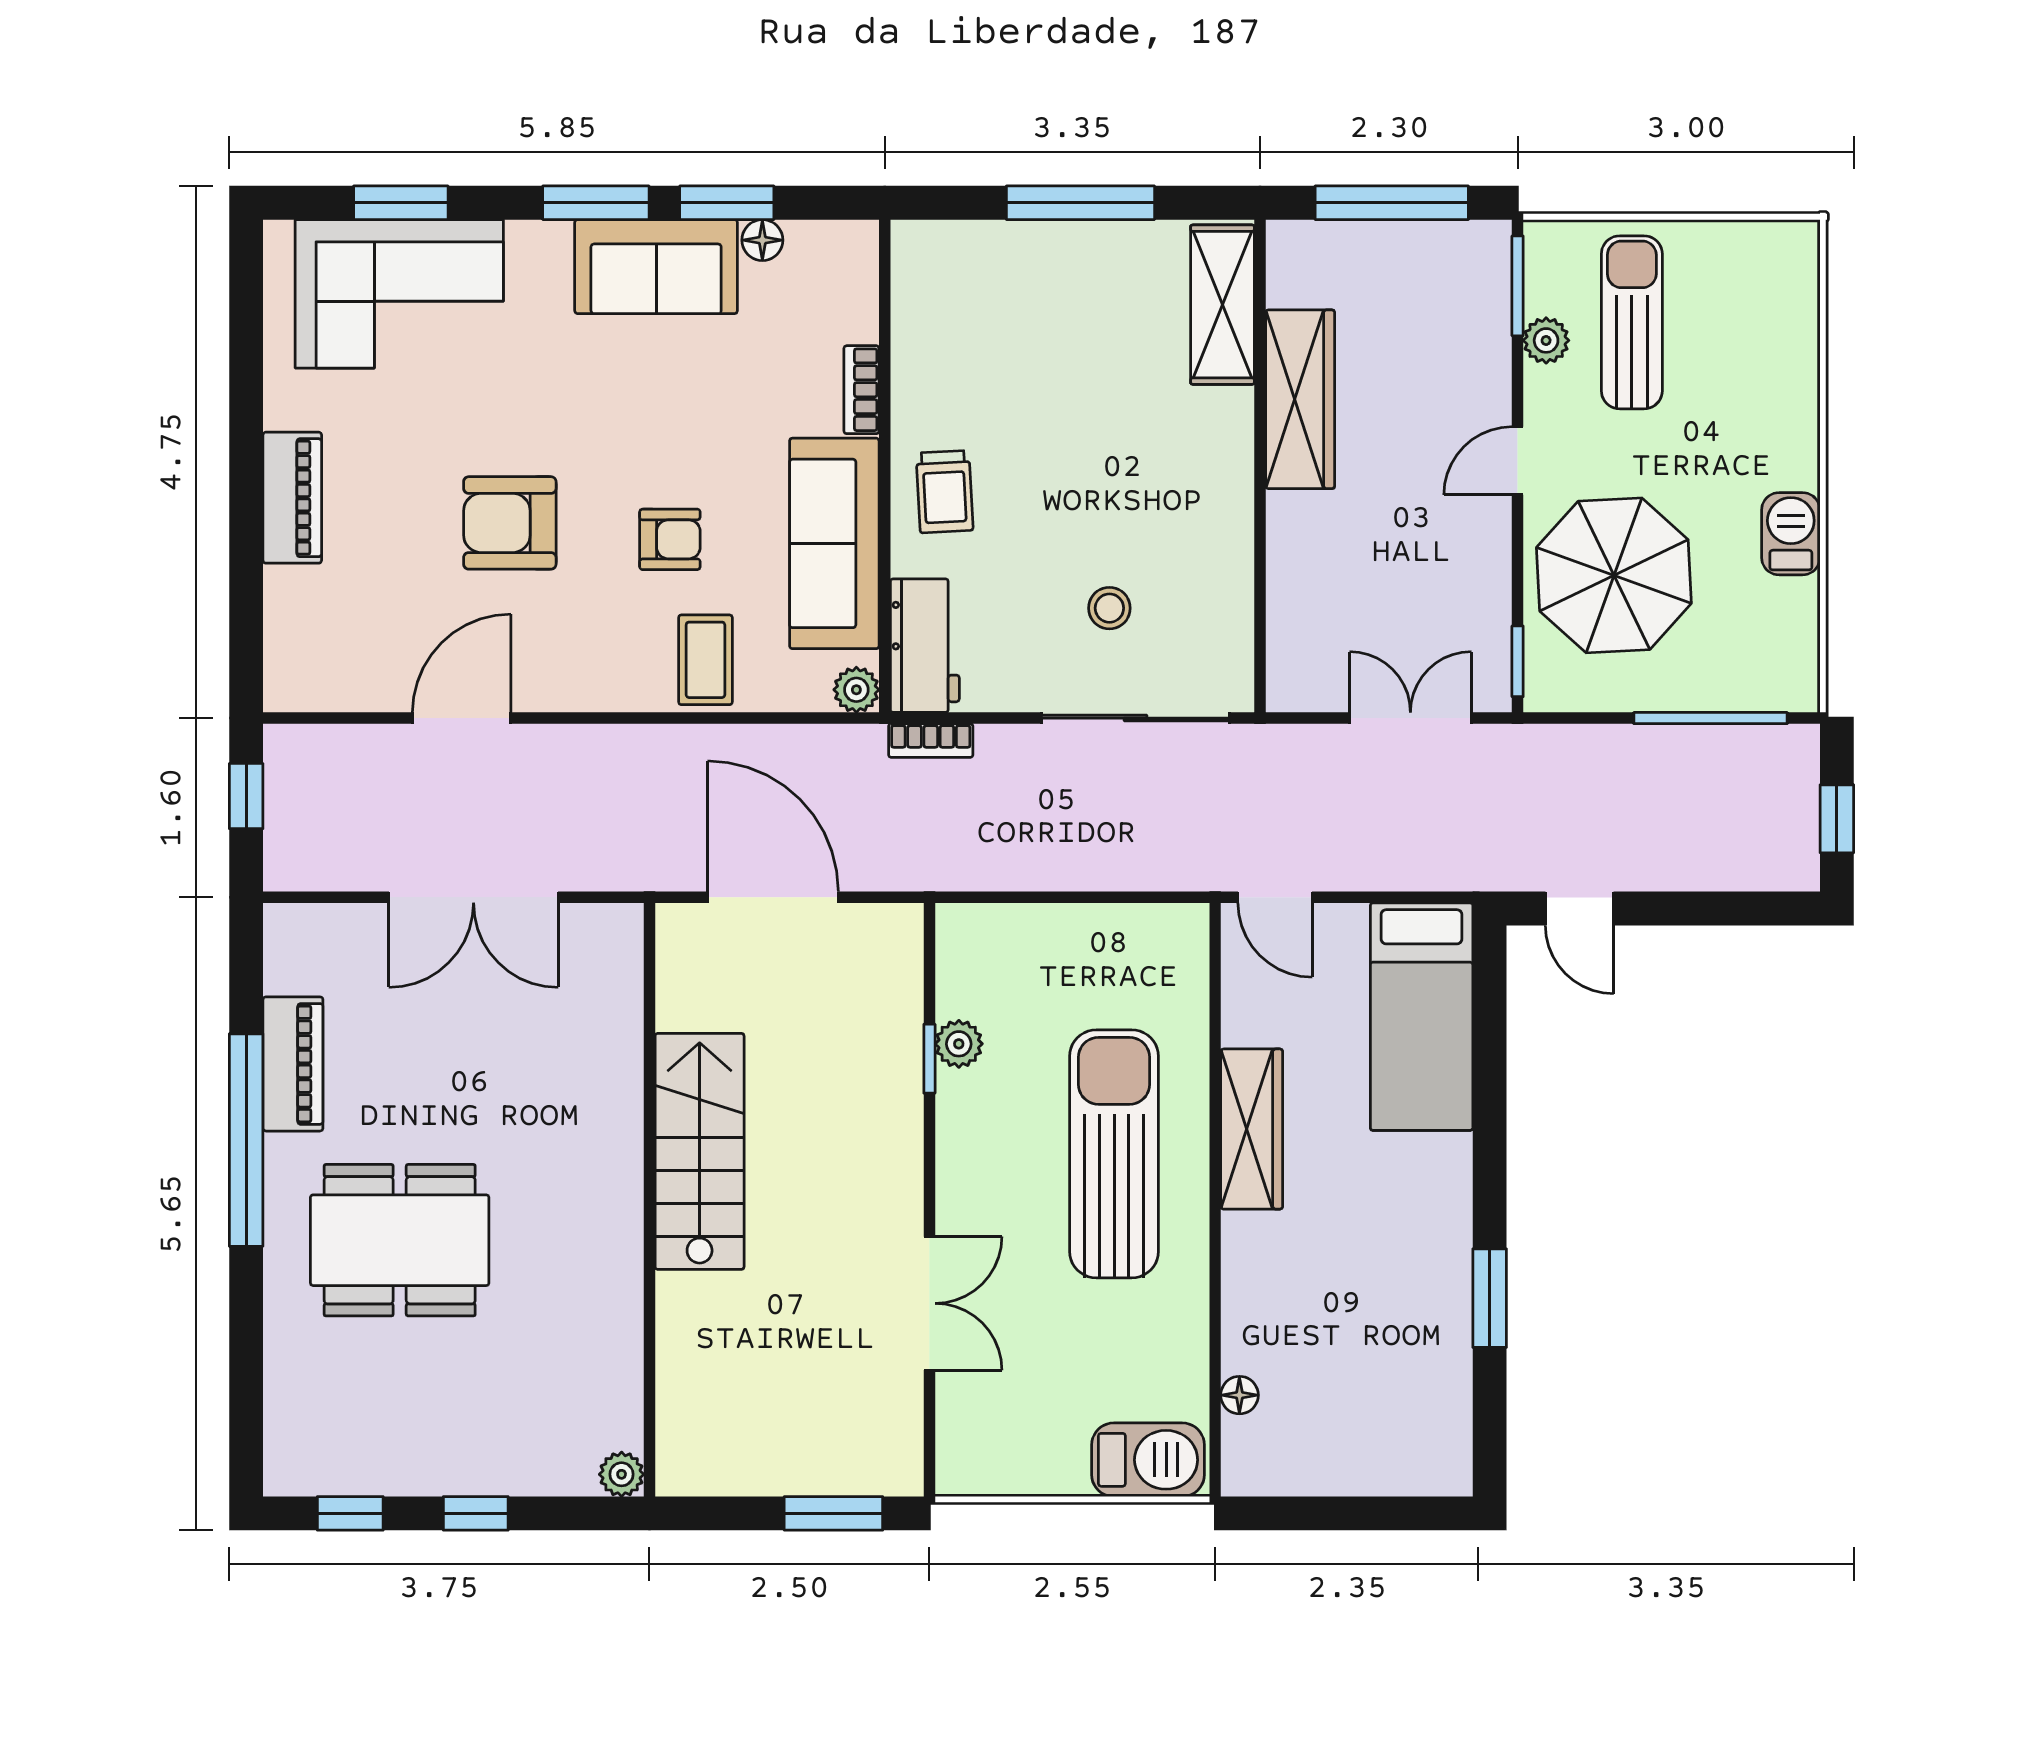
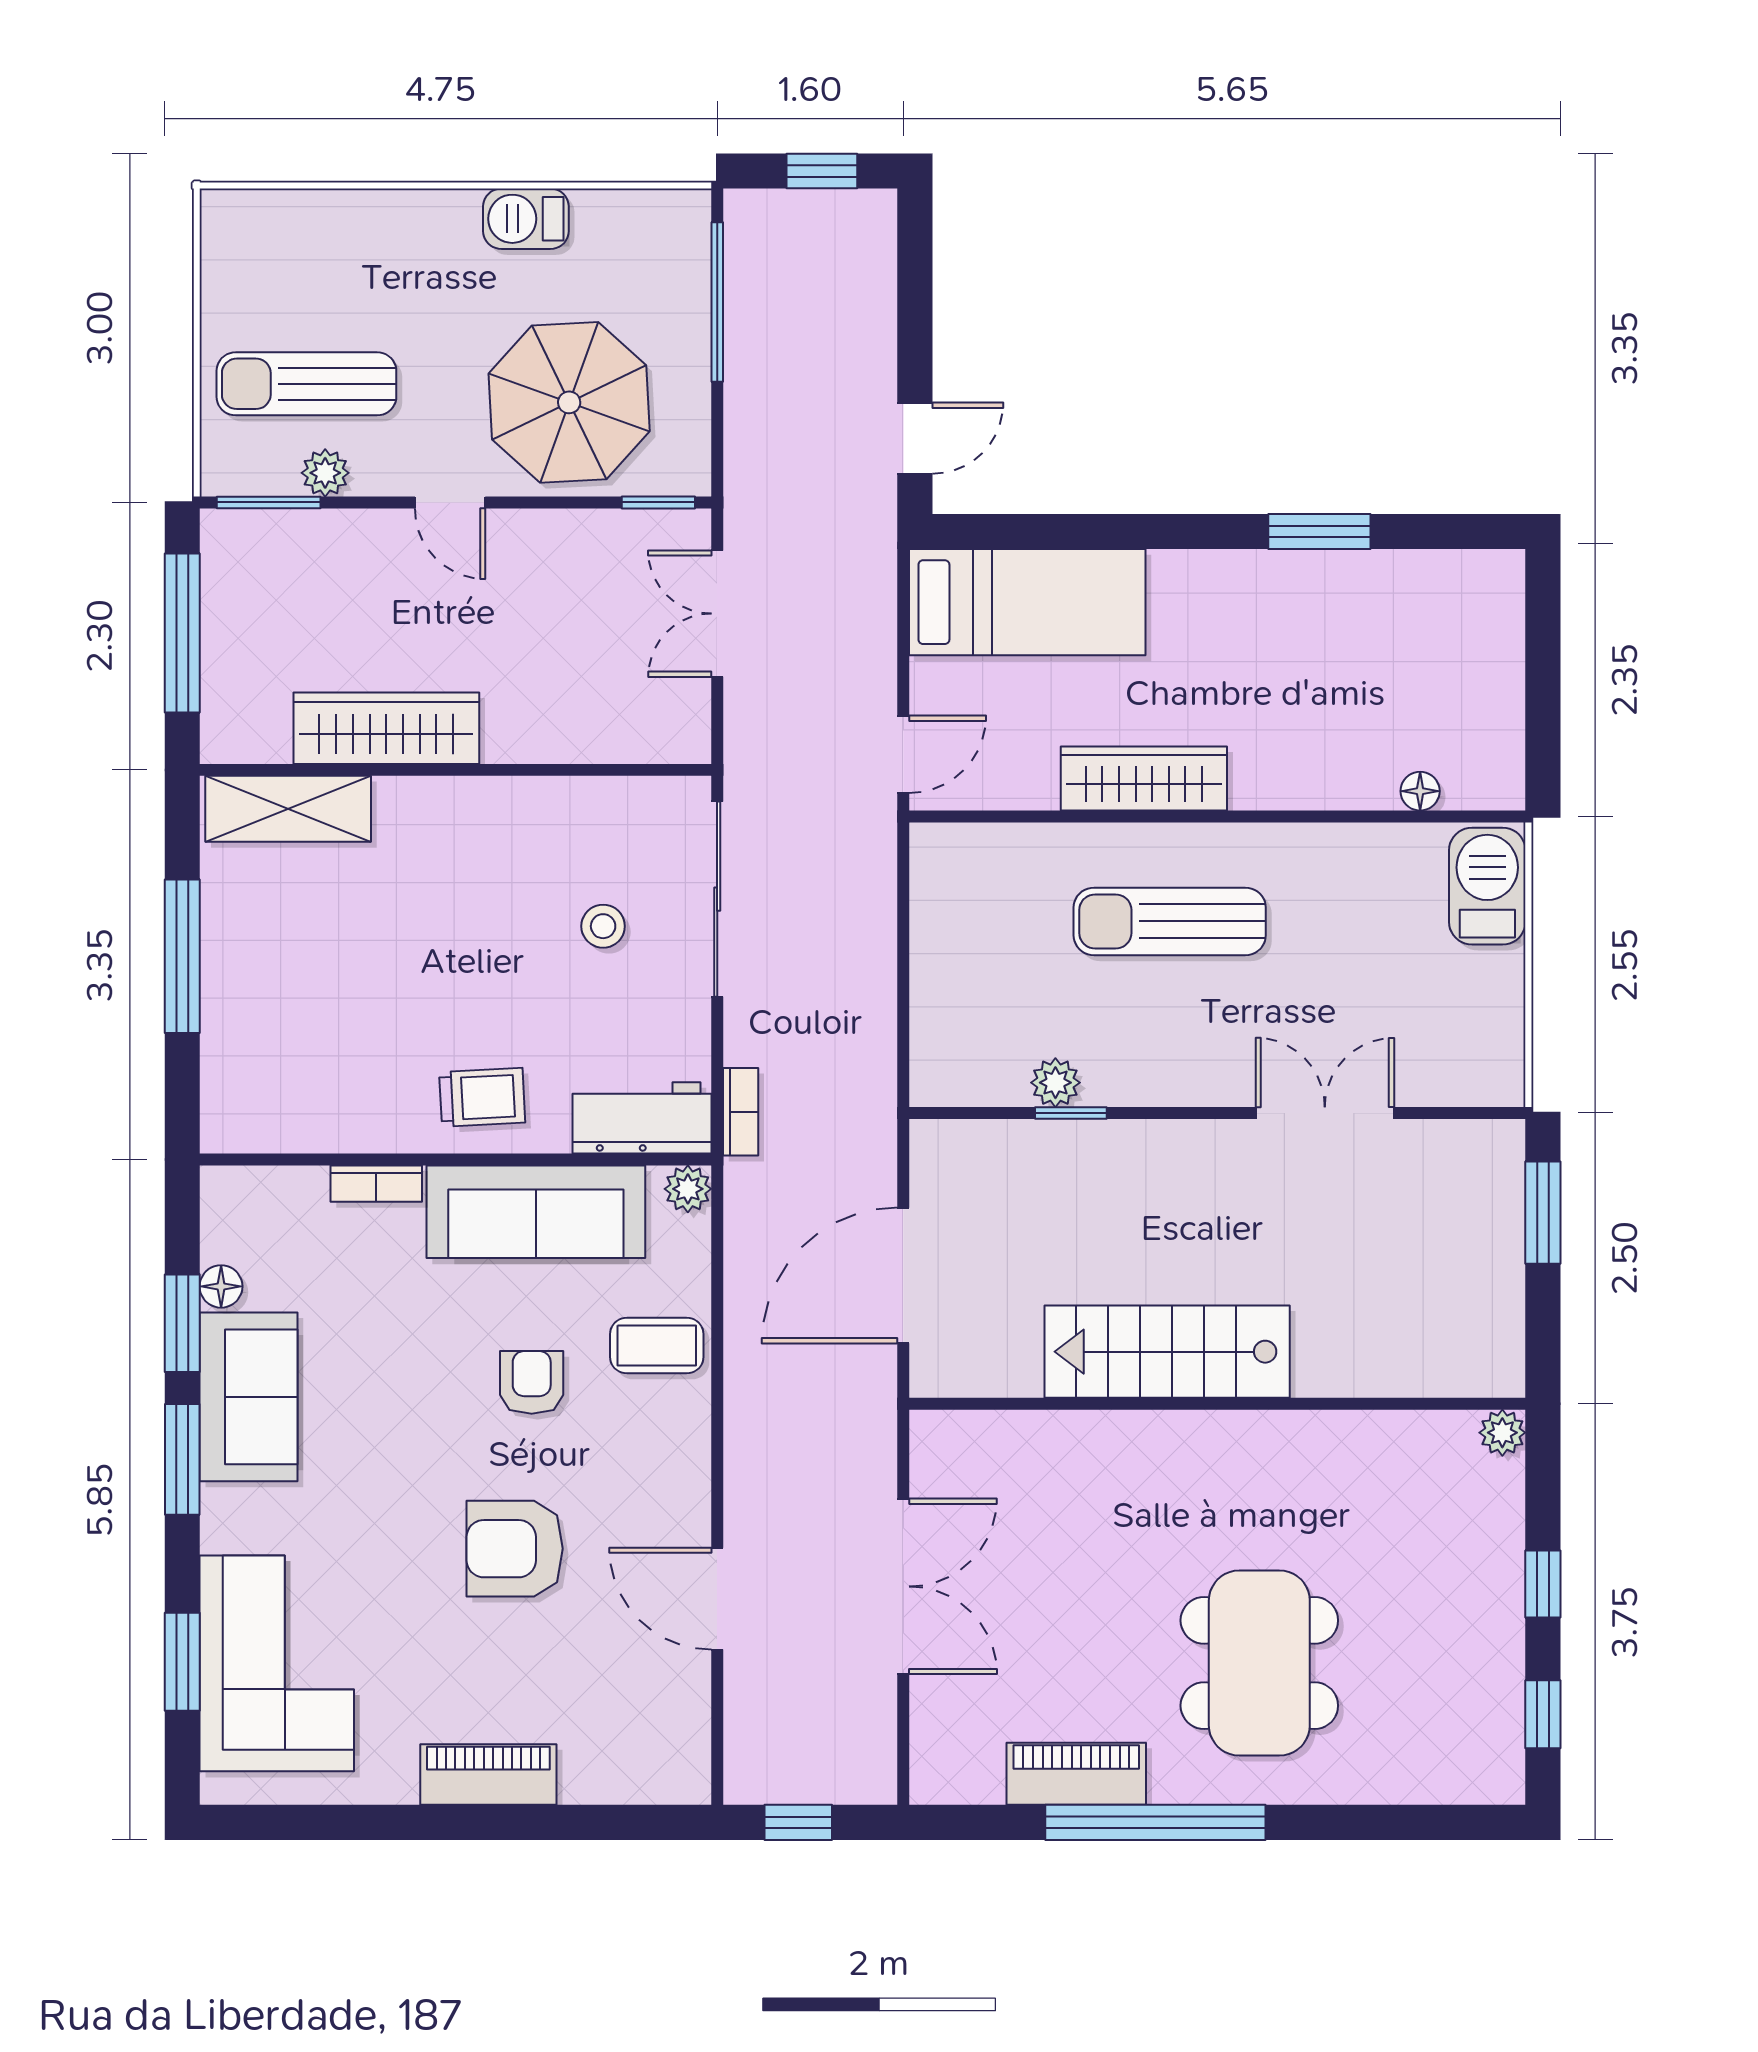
armchair: (510, 523) -> (515, 1549), turned 90
sun lounger: (1114, 1154) -> (1170, 921), width x0.73, depth x0.75

